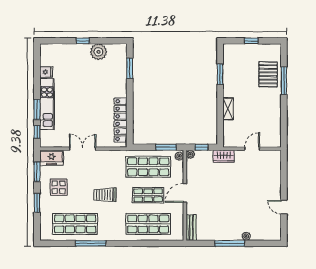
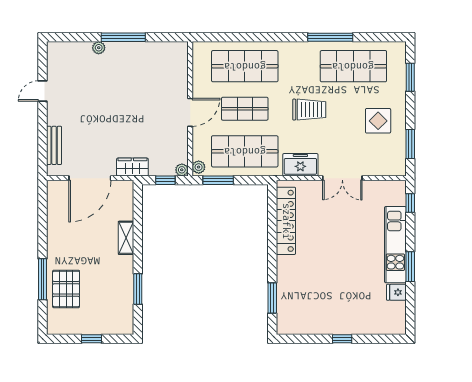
plant: (98, 52) -> (319, 322), removed
window: (37, 110) -> (410, 267), moved
door: (252, 149) -> (90, 178), width x1.87
freezer: (52, 158) -> (300, 165), moved
window: (37, 203) -> (410, 77), moved
door: (284, 207) -> (43, 91), swing flipped
bench: (191, 228) -> (54, 145), moved

